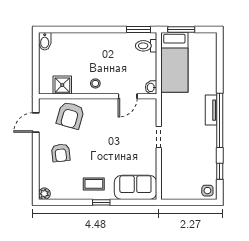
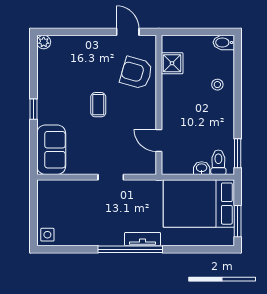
window: (181, 30) -> (238, 221), moved
bed: (174, 62) -> (199, 204), width x1.50
stool: (95, 83) -> (217, 85), moved
washbasin: (151, 87) -> (202, 168), moved
armchair: (61, 153) -> (92, 61), removed
window: (220, 171) -> (70, 249), removed
coffee table: (94, 184) -> (98, 105), moved

